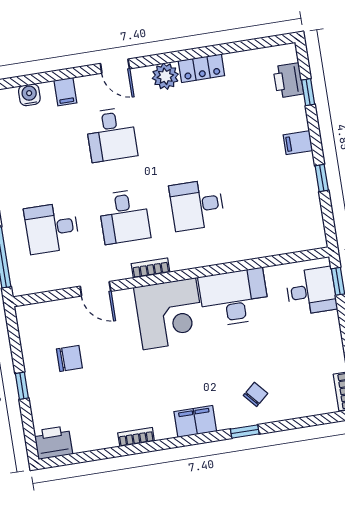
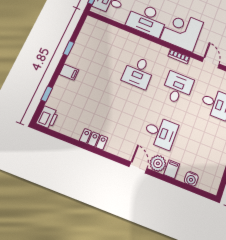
plant: (165, 76) -> (158, 163), moved
printer: (288, 80) -> (47, 117), moved
desk: (111, 135) -> (161, 133), turned 90
desk: (197, 205) -> (139, 72), turned 90

